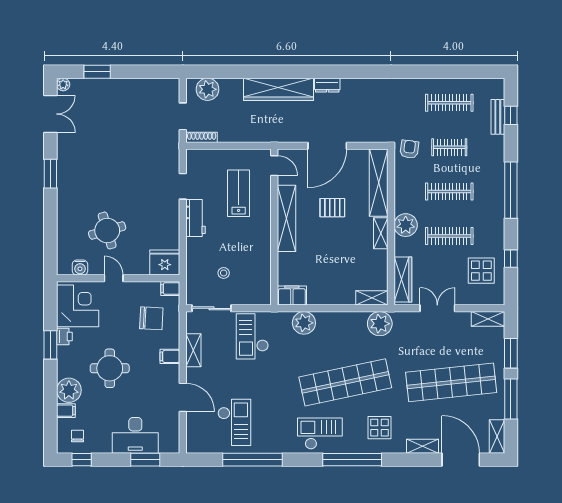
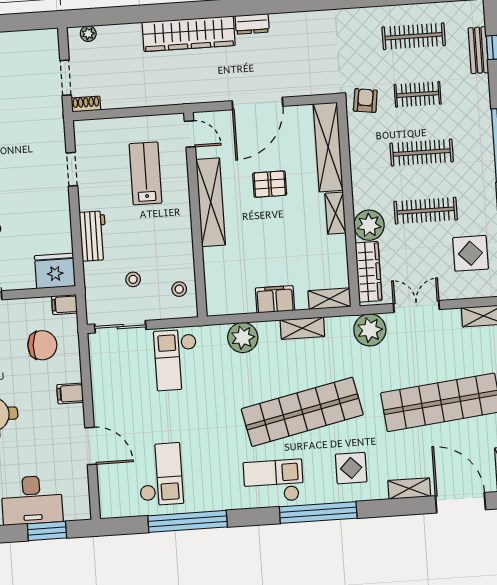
plant: (207, 89) -> (88, 34), width x0.53, depth x0.53
shoe rack: (202, 137) -> (86, 104), width x0.70
workbench: (196, 218) -> (93, 236), moved
plant: (406, 225) -> (369, 225), moved
stool: (258, 283) -> (179, 289), added
filing cabinet: (292, 295) -> (275, 299), moved
plant: (380, 324) -> (370, 330), moved
shelving: (193, 350) -> (302, 328), moved, turned 90

